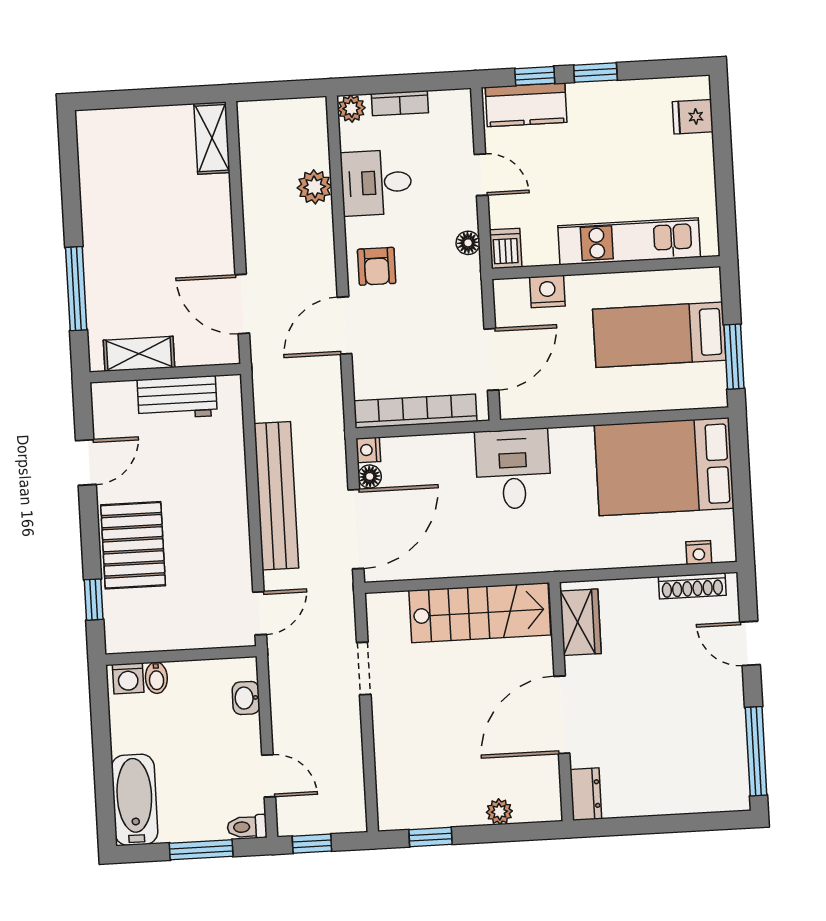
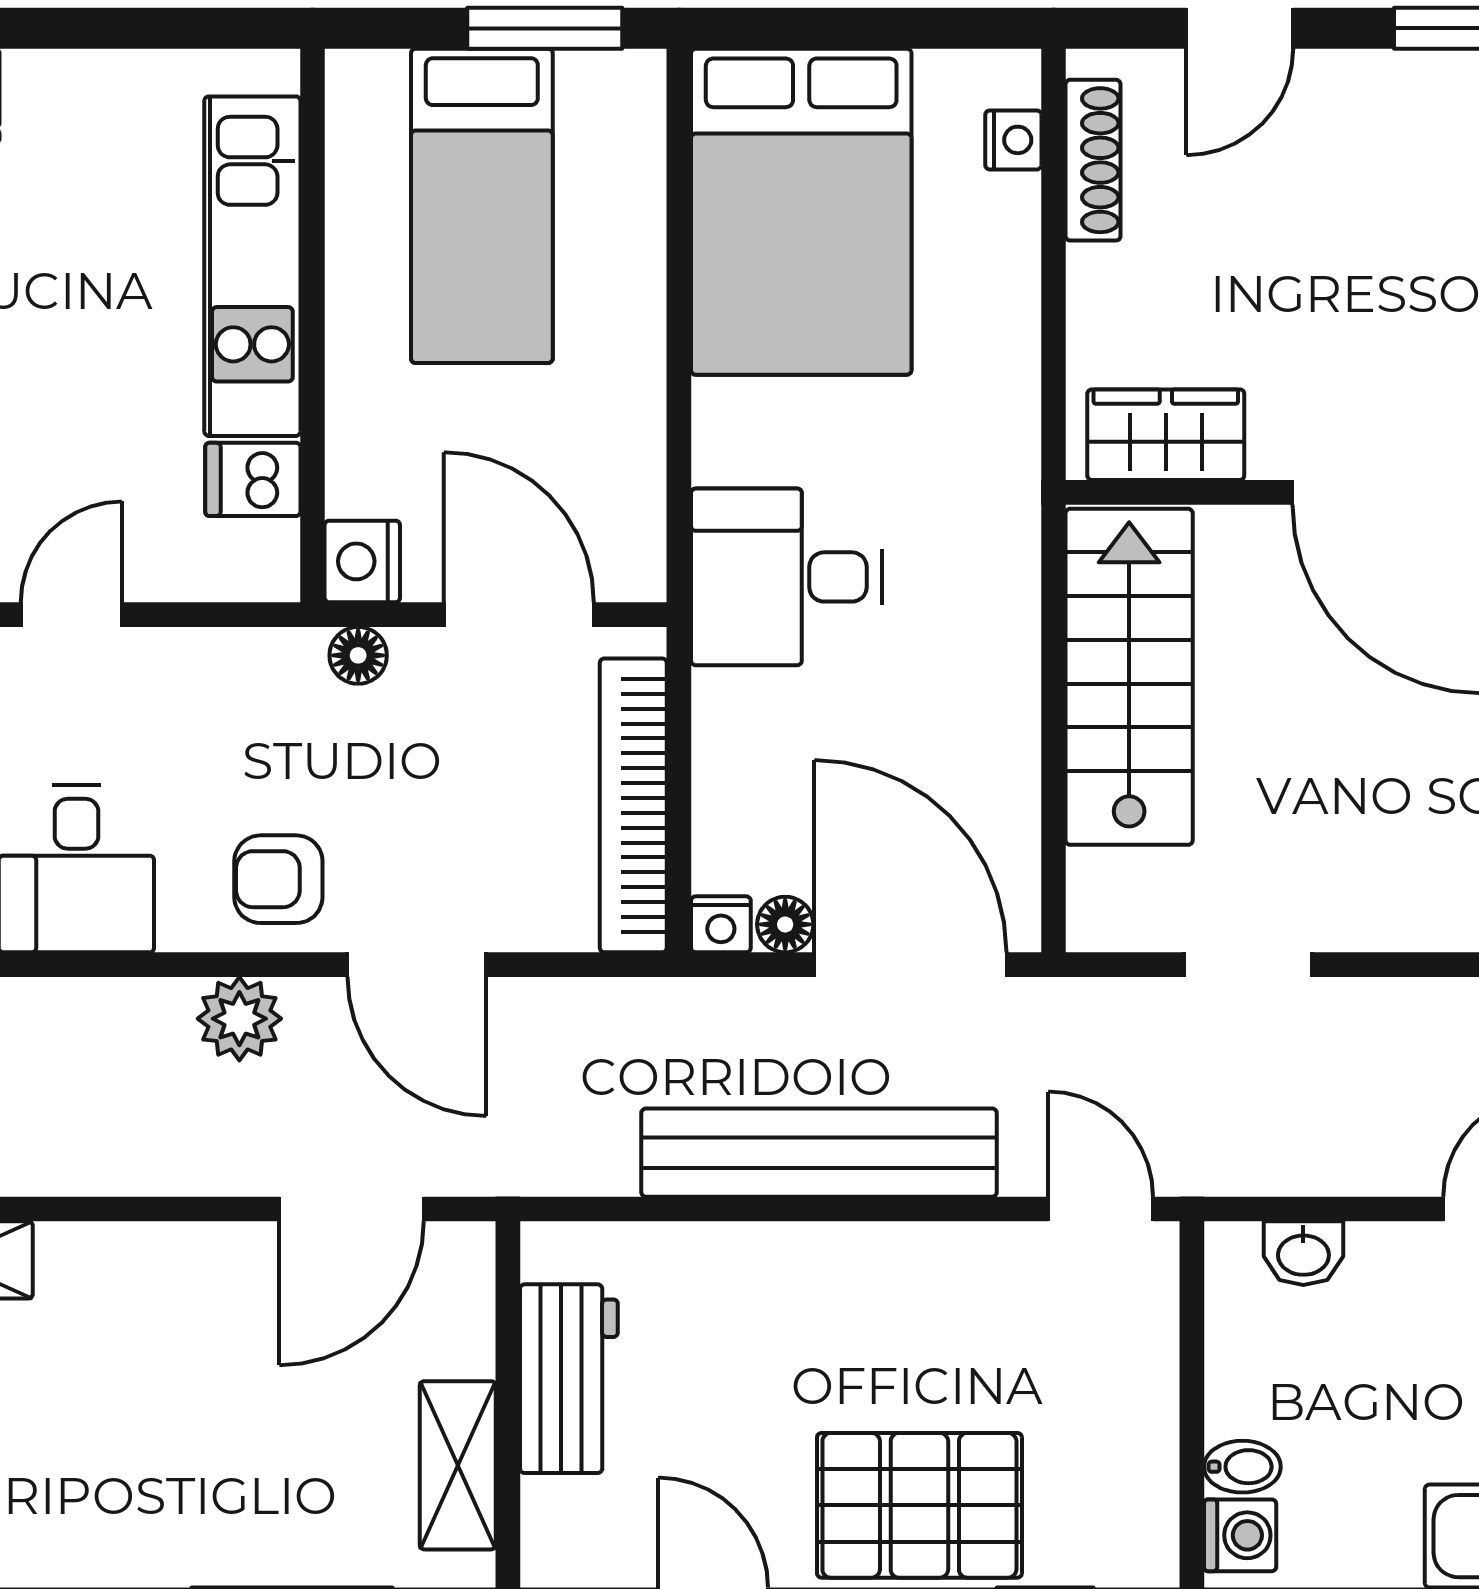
plant: (314, 187) -> (239, 1019), moved
floor lamp: (468, 243) -> (358, 655), moved
dishwasher: (506, 248) -> (253, 479), moved
armchair: (377, 266) -> (278, 879), turned 180
nightstand: (547, 291) -> (362, 561), moved

